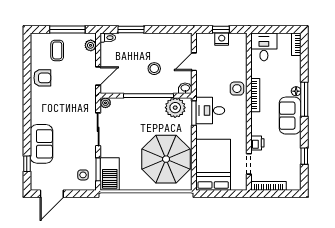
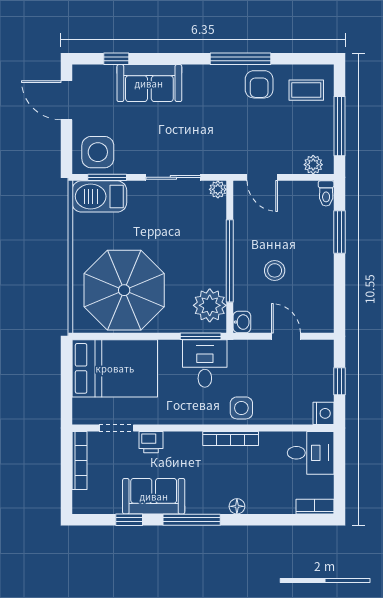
nightstand: (222, 39) -> (323, 413), moved
coffee table: (57, 50) -> (306, 90), moved
window: (27, 89) -> (240, 59), added
window: (304, 99) -> (192, 520), moved
sofa: (290, 116) -> (154, 496), moved
side table: (83, 175) -> (98, 152), width x1.87, depth x1.87

